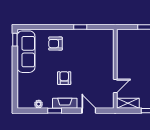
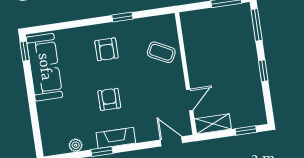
armchair: (55, 44) -> (106, 49), moved, turned -90
coffee table: (102, 53) -> (161, 52), added
door: (89, 111) -> (171, 141), moved

